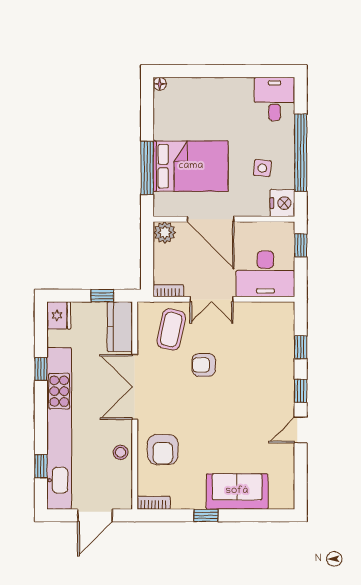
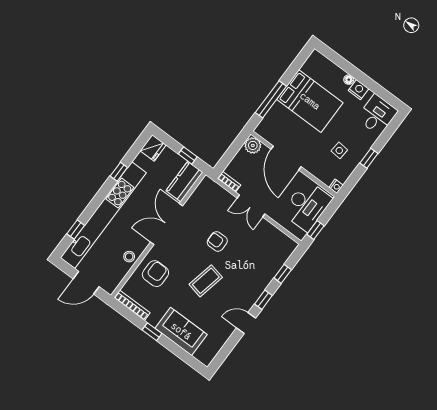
floor lamp: (160, 84) -> (349, 80), moved
nightstand: (234, 87) -> (358, 90), added
window: (301, 153) -> (369, 158), width x0.32
bed: (191, 166) -> (310, 101), moved
nightstand: (282, 203) -> (336, 186), width x0.53, depth x0.56
window: (301, 245) -> (315, 230), moved
desk: (265, 274) -> (307, 206), moved, turned -90
coffee table: (171, 329) -> (206, 281), moved
armchair: (163, 450) -> (155, 274), turned 180
bookcase: (154, 503) -> (132, 305), width x1.56

